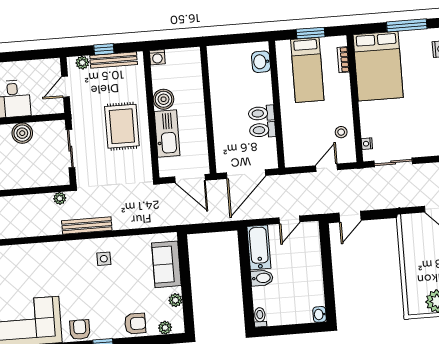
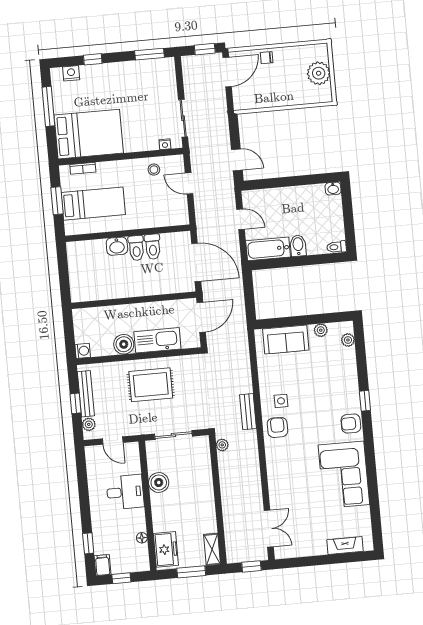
washbasin: (261, 62) -> (117, 246), moved
bench: (87, 226) -> (248, 412), width x0.73
armchair: (135, 324) -> (277, 427), moved

